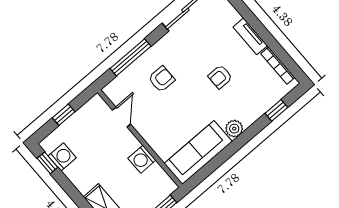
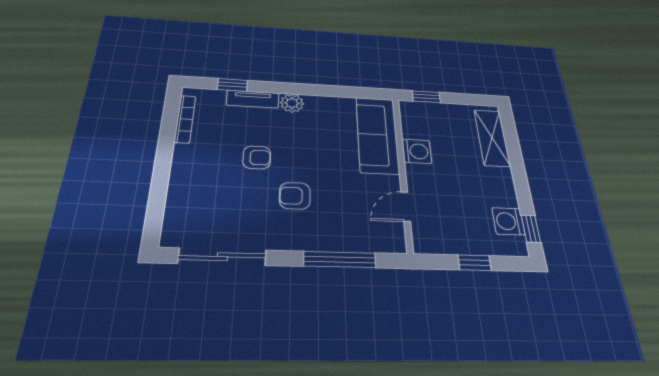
tv unit: (250, 36) -> (253, 99), moved, turned 90
armchair: (161, 79) -> (295, 196), moved
sofa: (198, 153) -> (377, 135), moved, turned 90

